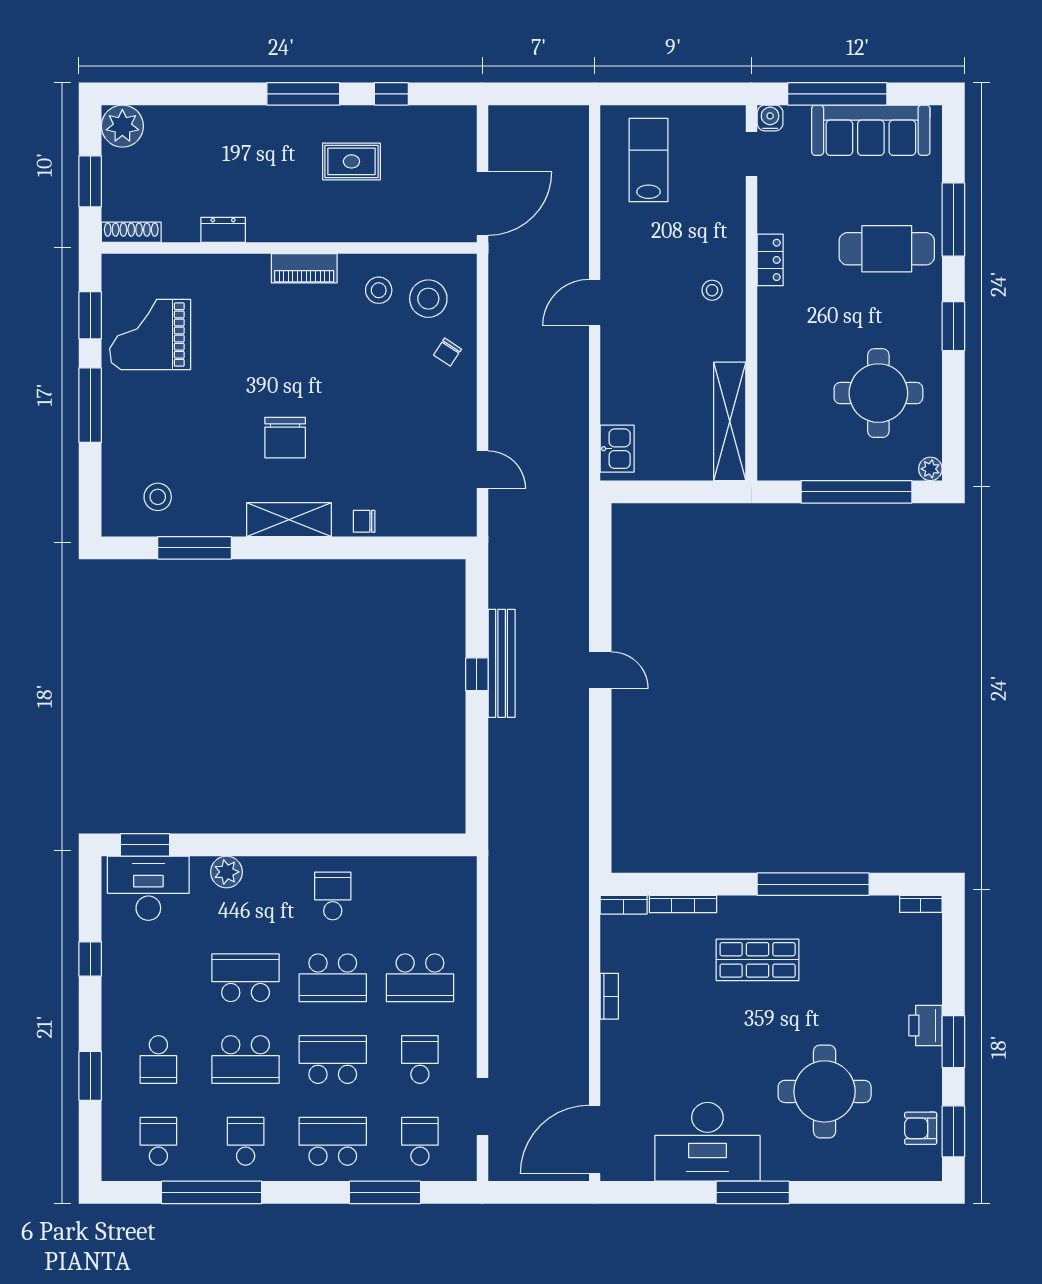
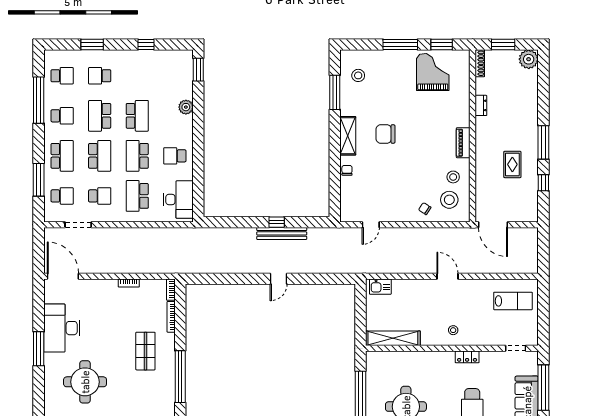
water cooler: (770, 118) -> (532, 357), removed
desk: (148, 888) -> (178, 200), moved
school desk: (333, 896) -> (175, 156), turned 180

